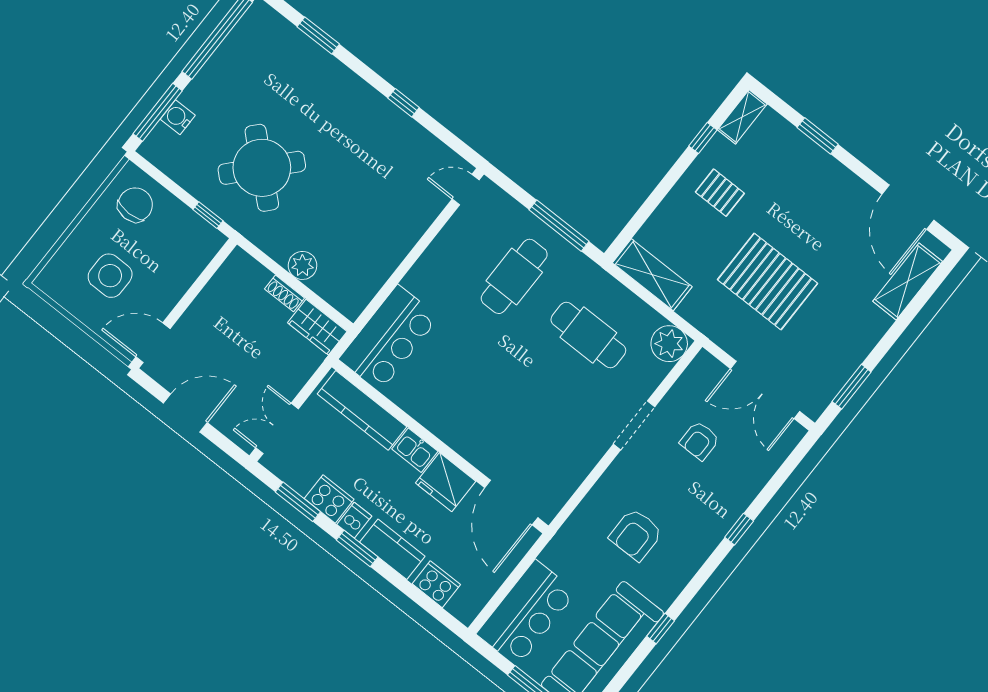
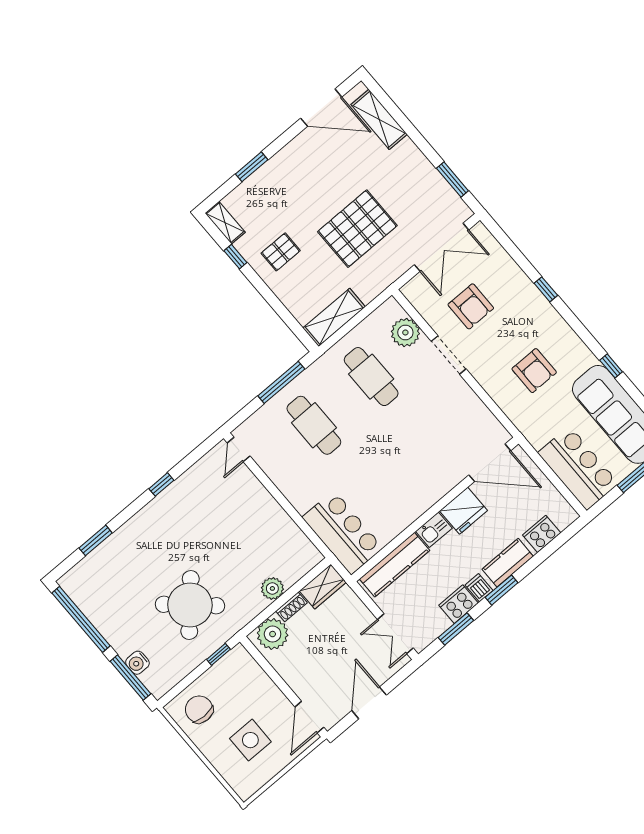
plant: (246, 277) -> (273, 634), added
cafe table: (588, 335) -> (371, 377), turned 90
plant: (669, 344) -> (405, 332), moved
armchair: (700, 441) -> (471, 306), width x1.38, depth x1.38

